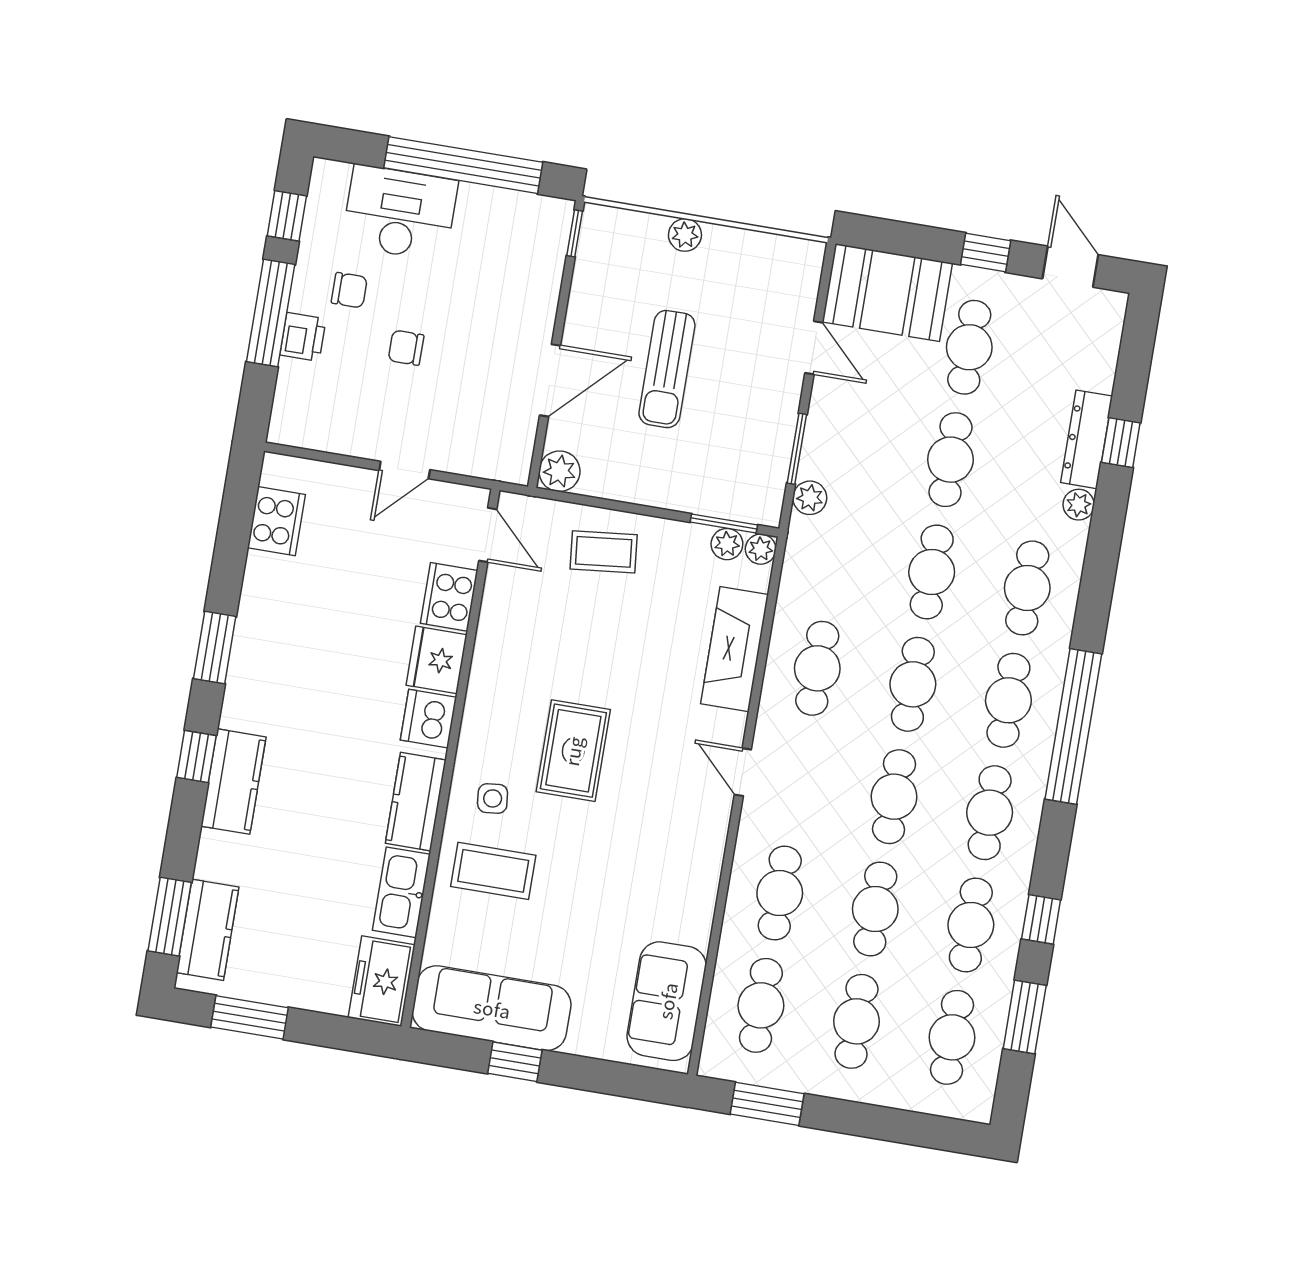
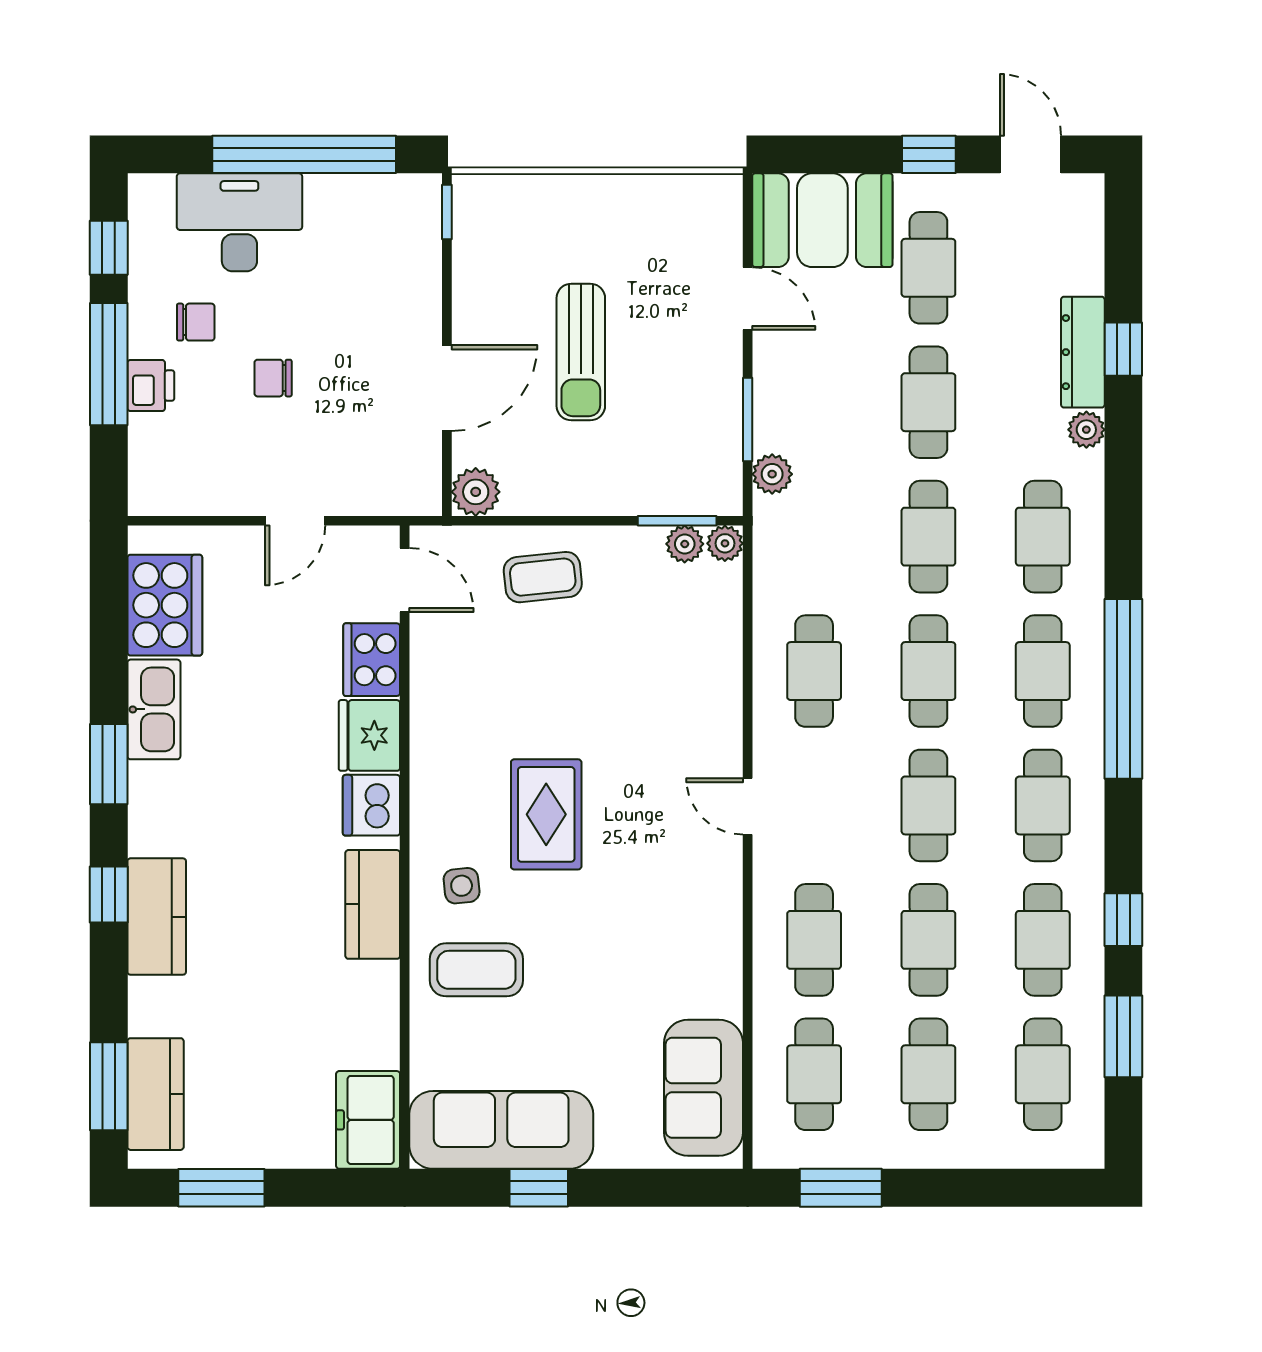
plant: (685, 235) -> (576, 192), removed
cooker: (276, 521) -> (165, 605), width x1.37, depth x1.31
fireplace: (734, 649) -> (714, 665), removed
kitchen sink: (401, 892) -> (154, 709), moved, turned 180

